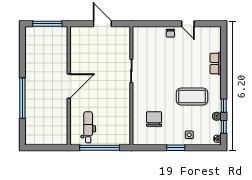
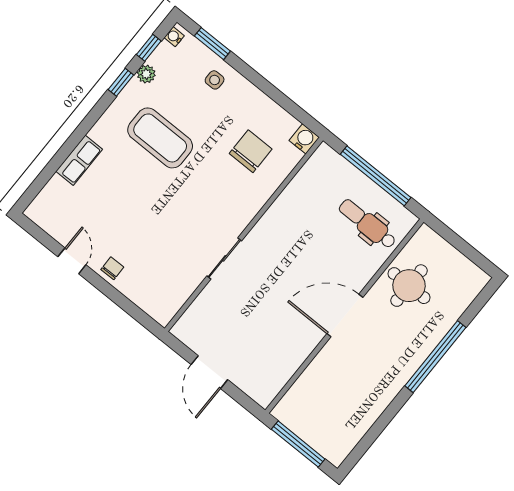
round table: (54, 117) -> (409, 286), added
chair: (154, 119) -> (251, 151), turned 180
dental chair: (88, 127) -> (367, 224), turned 90
water cooler: (138, 140) -> (304, 139), added
window: (176, 148) -> (212, 44), moved

